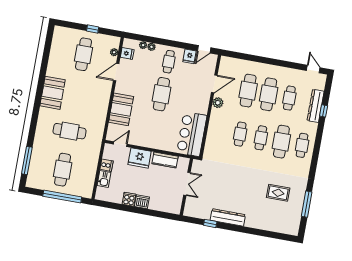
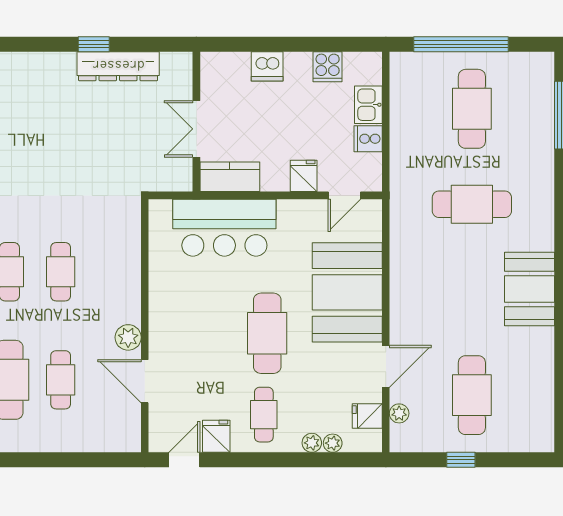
door: (214, 84) -> (145, 381), hinge flipped
cafe table: (248, 91) -> (61, 380), width x0.73, depth x0.74
booth: (121, 109) -> (347, 292), width x1.36, depth x1.42
bar counter: (192, 134) -> (224, 228), moved, turned 90
fridge: (140, 158) -> (304, 176), width x0.53, depth x0.75
double door: (187, 184) -> (196, 129), moved
wall: (186, 187) -> (196, 122), moved
cooker: (129, 199) -> (328, 67), moved
dresser: (228, 217) -> (118, 66), moved

